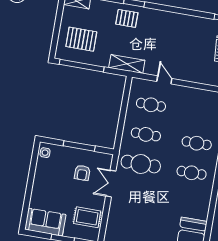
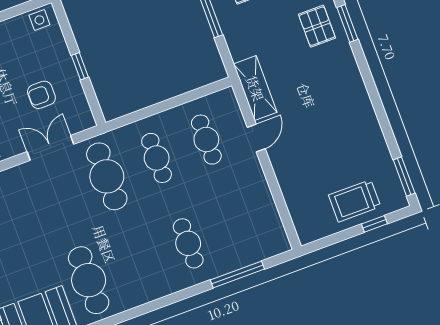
shelving: (127, 64) -> (255, 88), moved
window: (79, 146) -> (80, 66), width x0.46
cafe table: (192, 173) -> (89, 280), moved, width x1.37, depth x1.35

